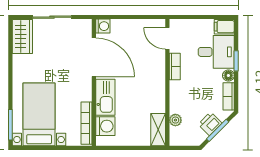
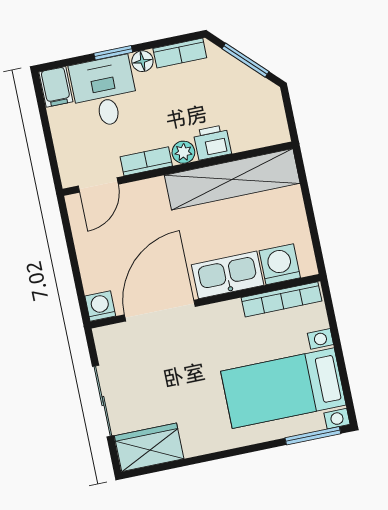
plant: (175, 120) -> (183, 152), moved
printer: (210, 124) -> (212, 142), moved, turned 135
shelving: (158, 130) -> (232, 179), width x2.20, depth x1.33

